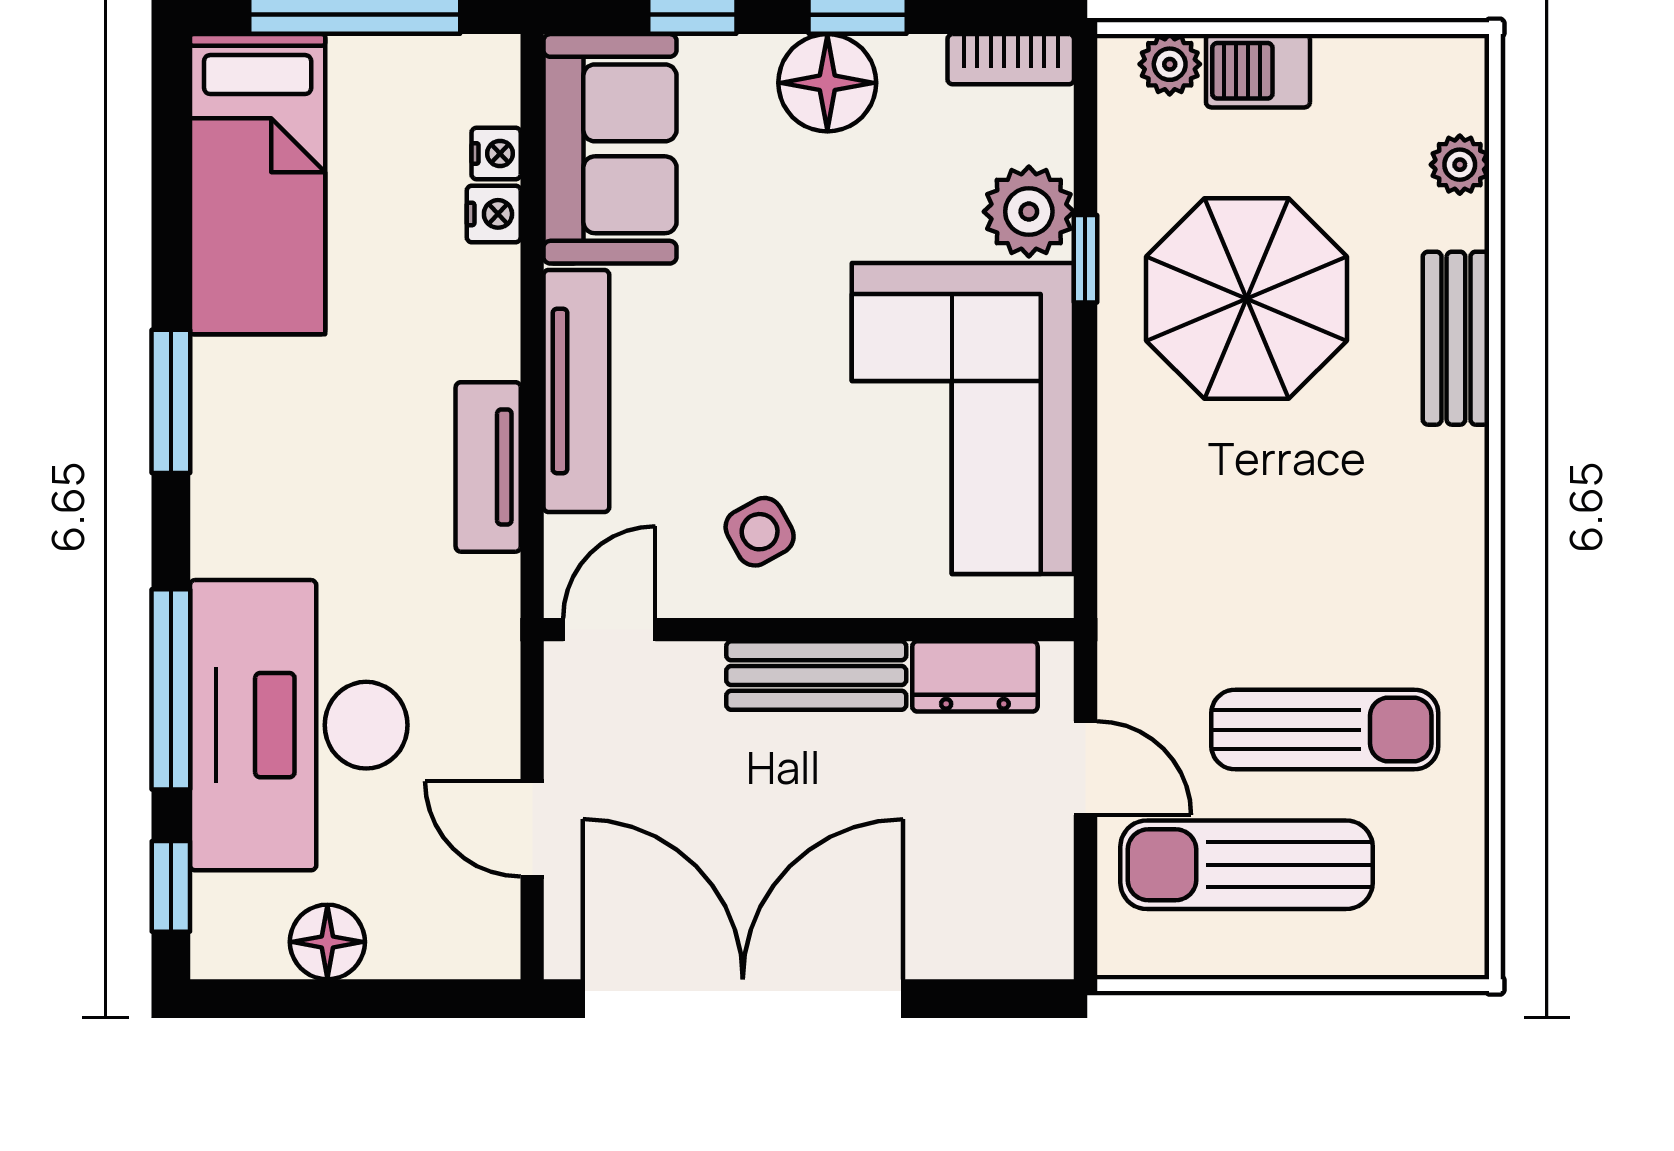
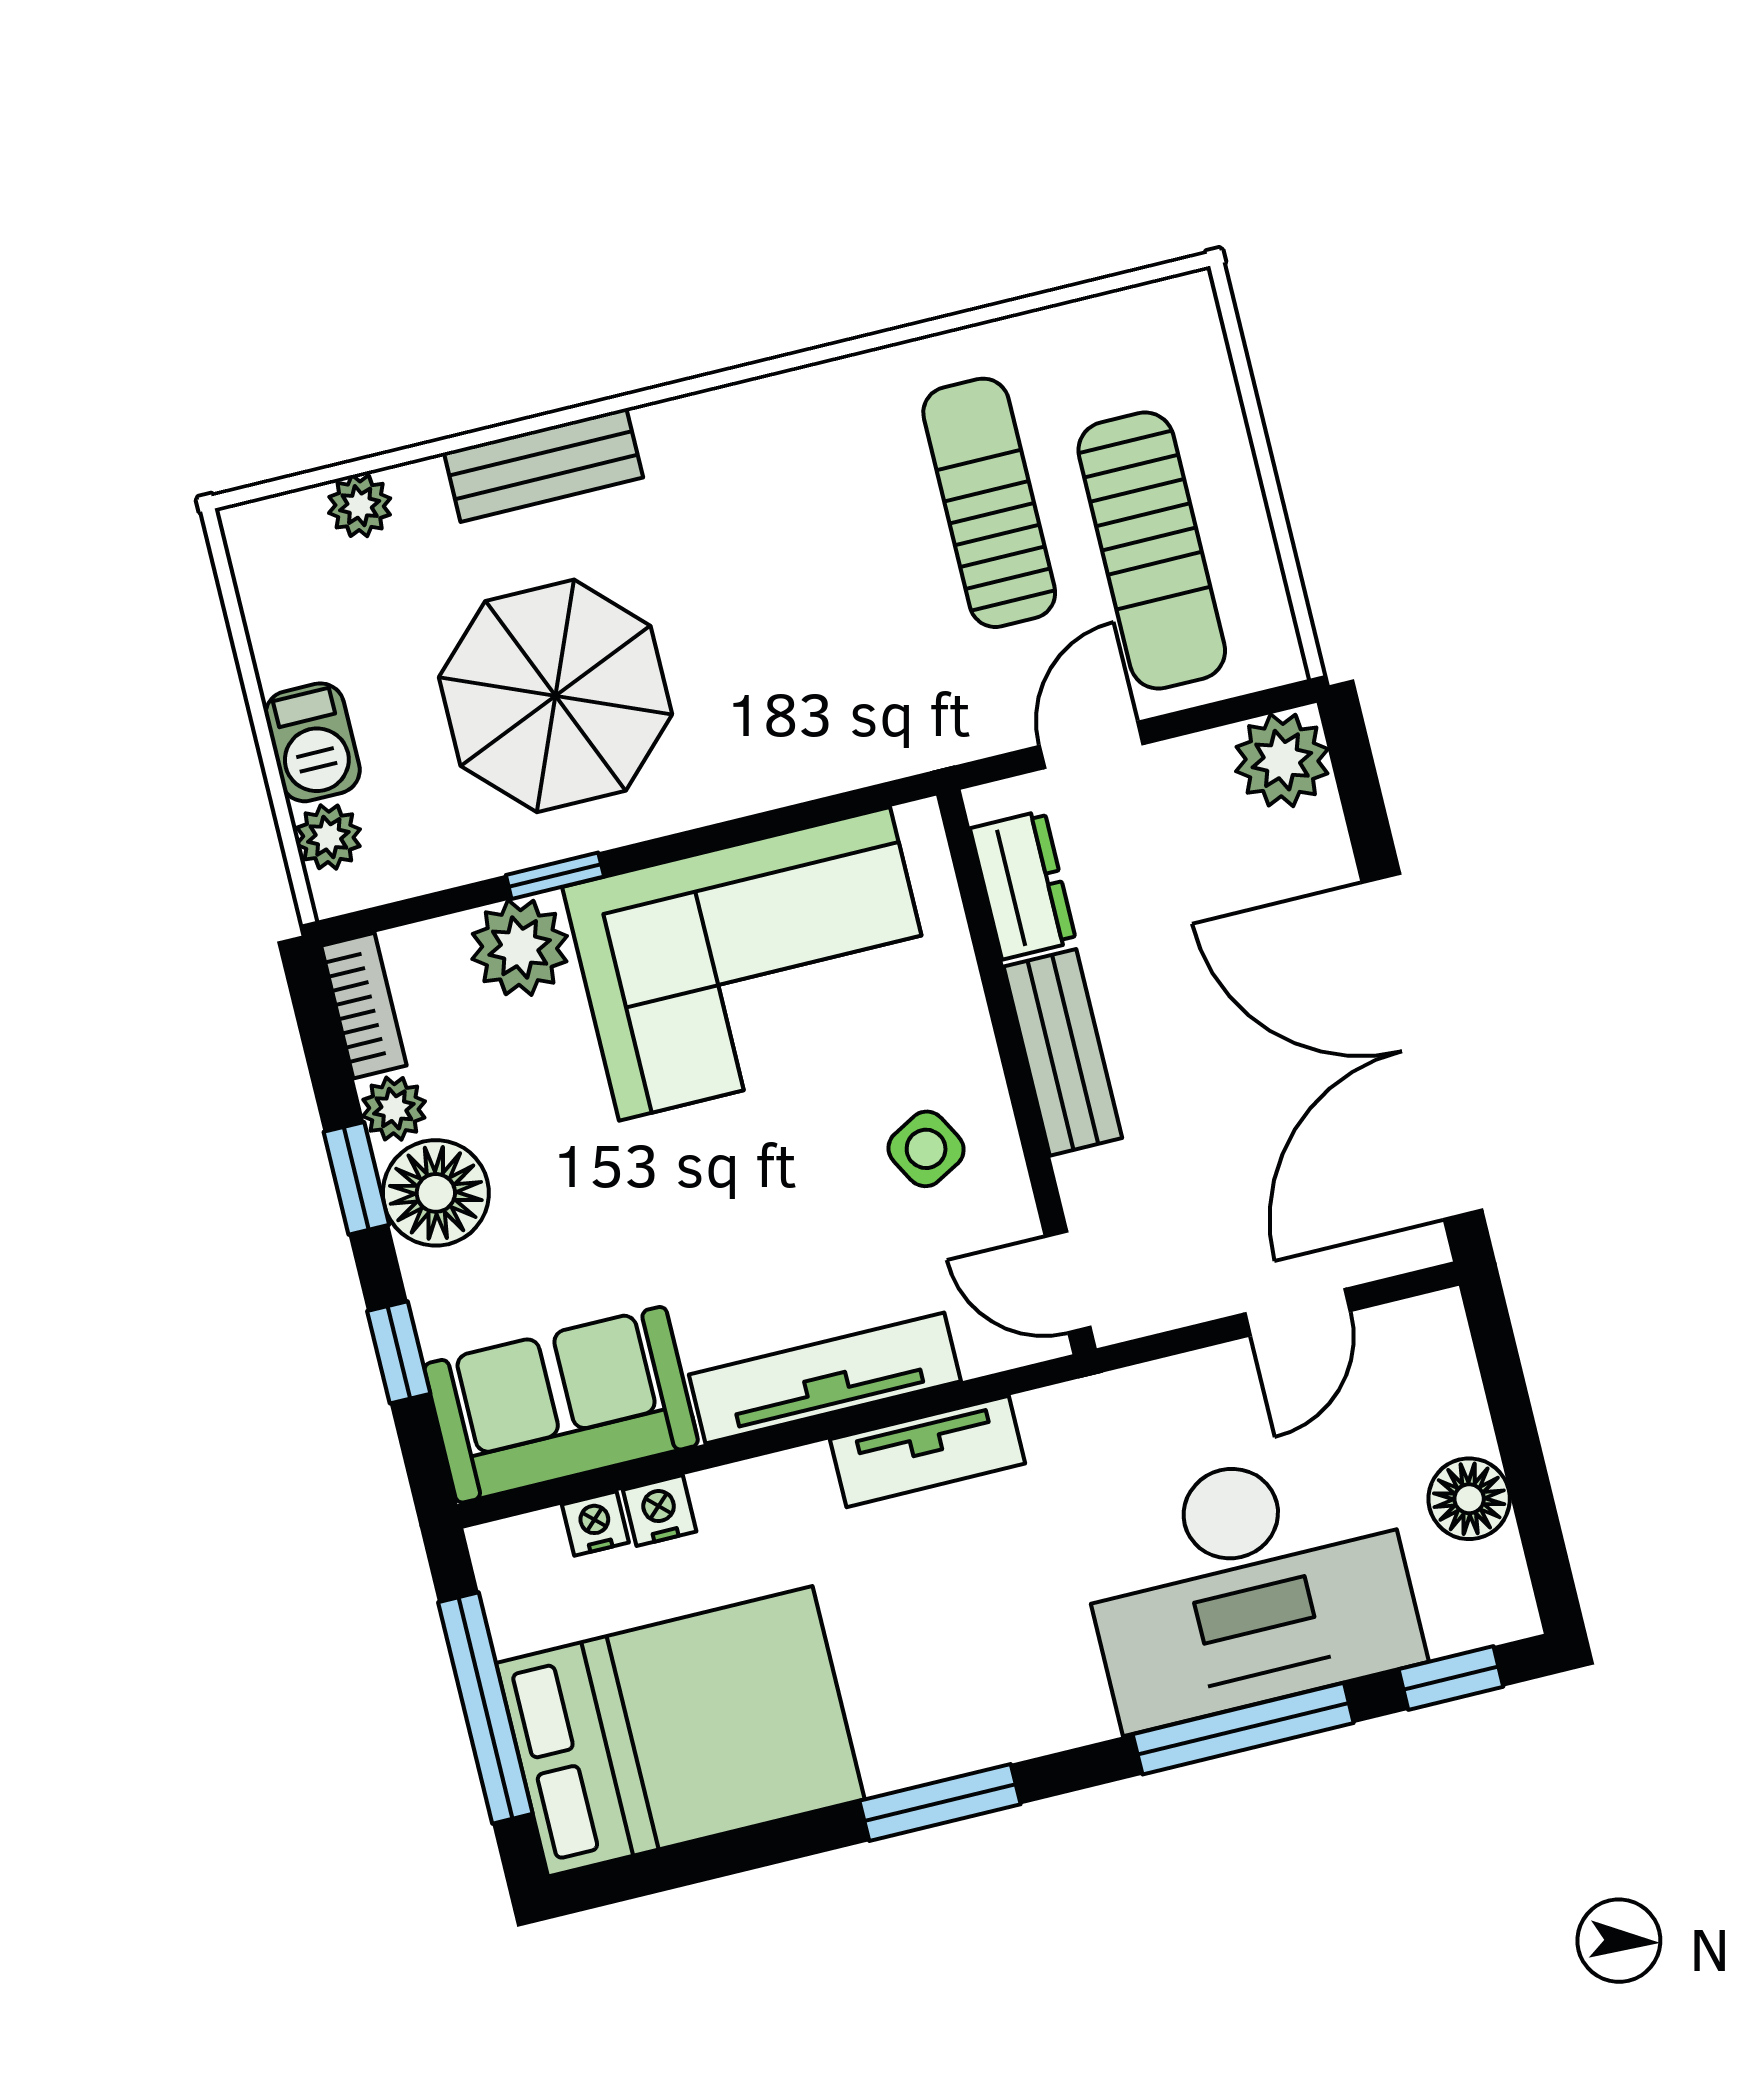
plant: (912, 64) -> (394, 1109), added
bed: (258, 184) -> (680, 1731), width x1.50
plant: (1030, 936) -> (1282, 760), added

